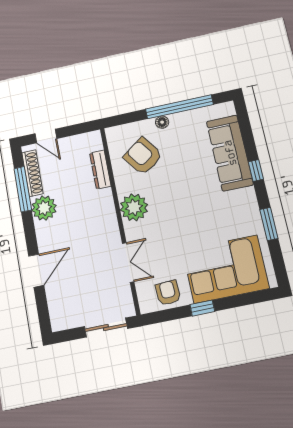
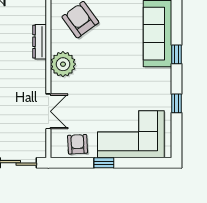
dresser: (100, 170) -> (40, 42), moved
window: (269, 224) -> (177, 103), width x0.67

